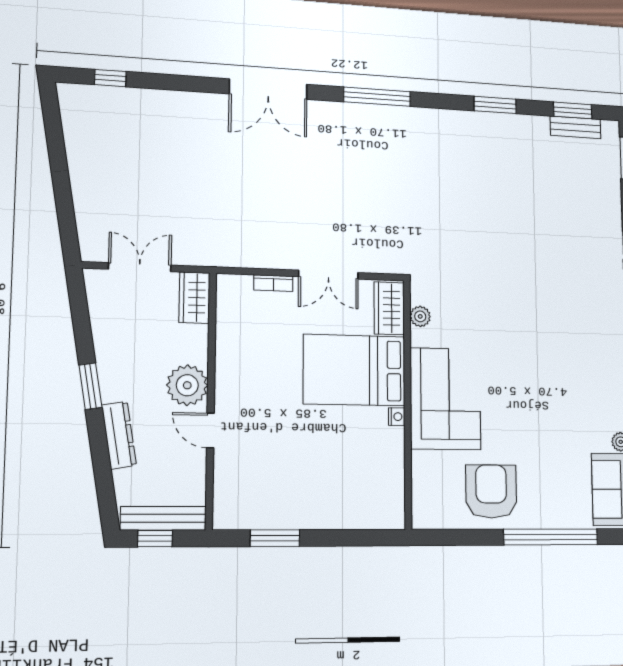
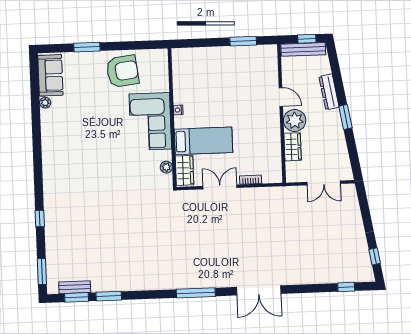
double door: (268, 89) -> (259, 290), swing flipped
window: (495, 105) -> (109, 296), moved
window: (53, 126) -> (375, 256), added
wardrobe: (194, 298) -> (293, 147), moved
bed: (354, 370) -> (203, 141), width x0.67
armchair: (491, 491) -> (122, 71), turned -97
window: (551, 537) -> (87, 47), width x0.47

